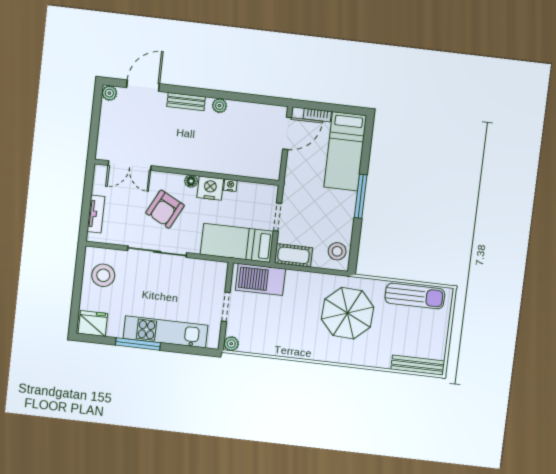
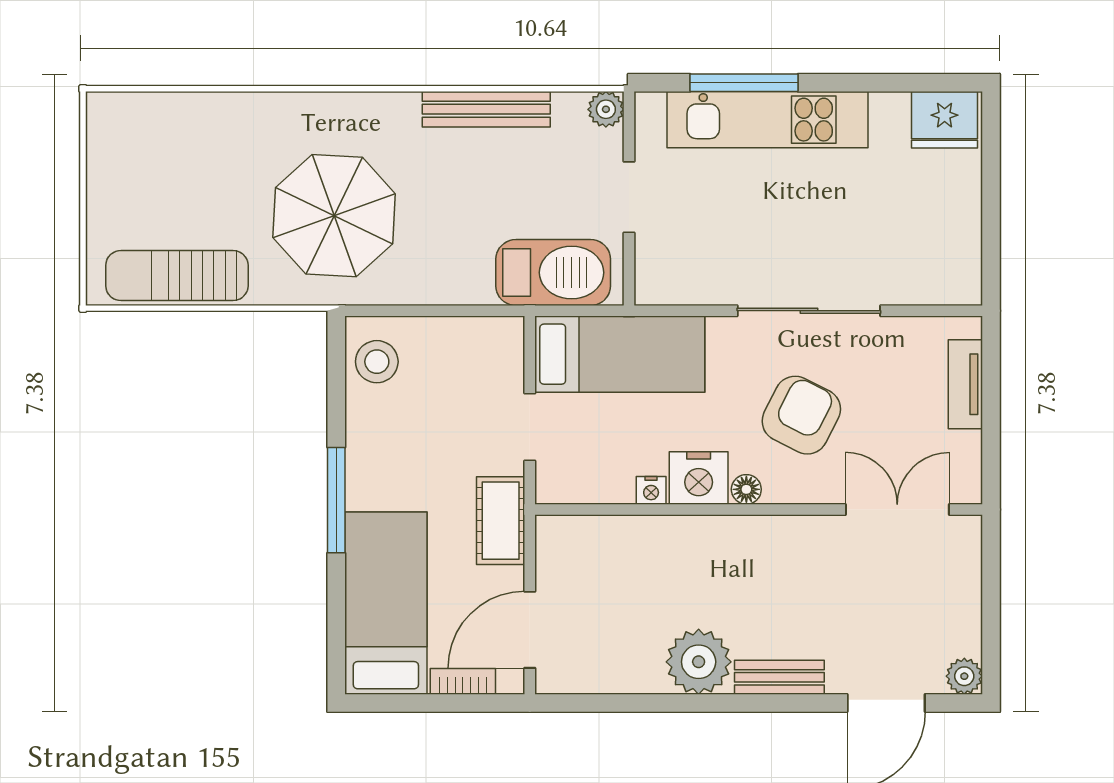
plant: (220, 106) -> (699, 662), width x1.88, depth x1.88
cot: (294, 255) -> (501, 521), moved, turned 90
stool: (103, 275) -> (932, 239), removed
window: (138, 344) -> (744, 83), moved
bench: (418, 365) -> (486, 109), moved

